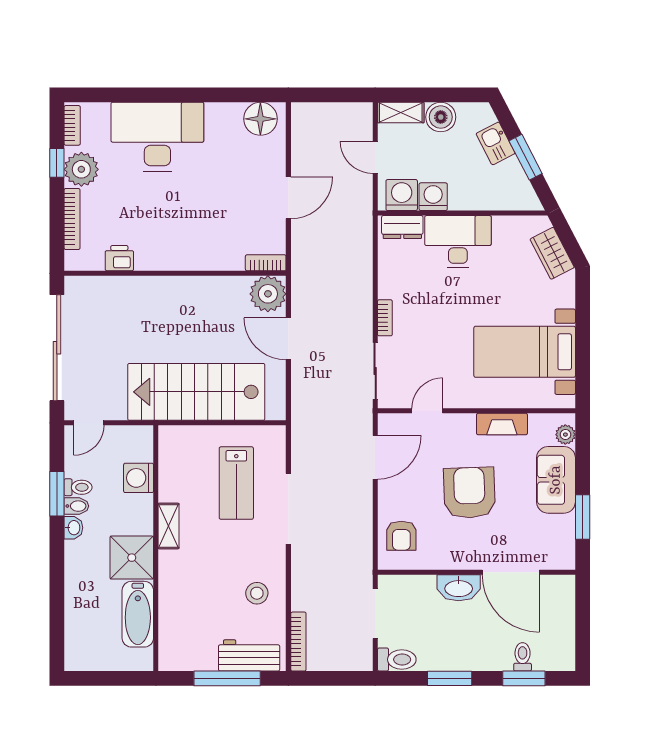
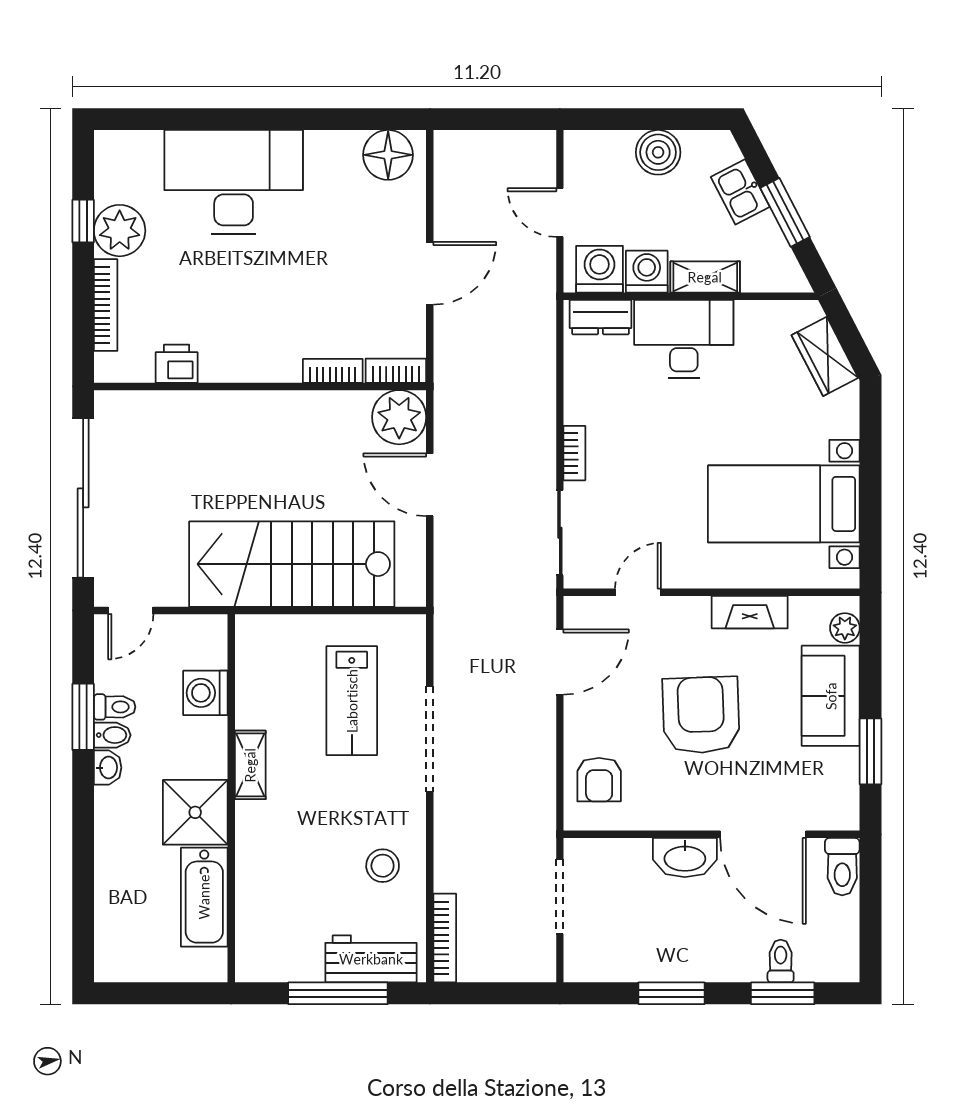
shelving: (401, 113) -> (705, 277), moved
bookcase: (72, 125) -> (333, 371), moved, turned -90
toilet: (397, 660) -> (842, 867), moved, turned 90

